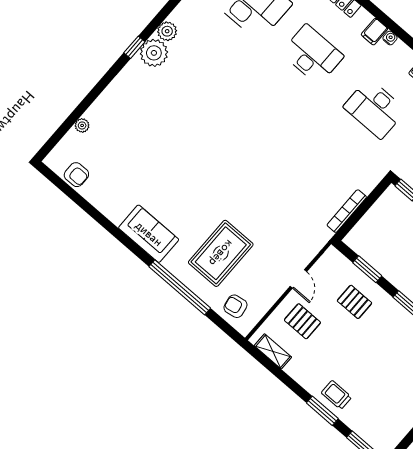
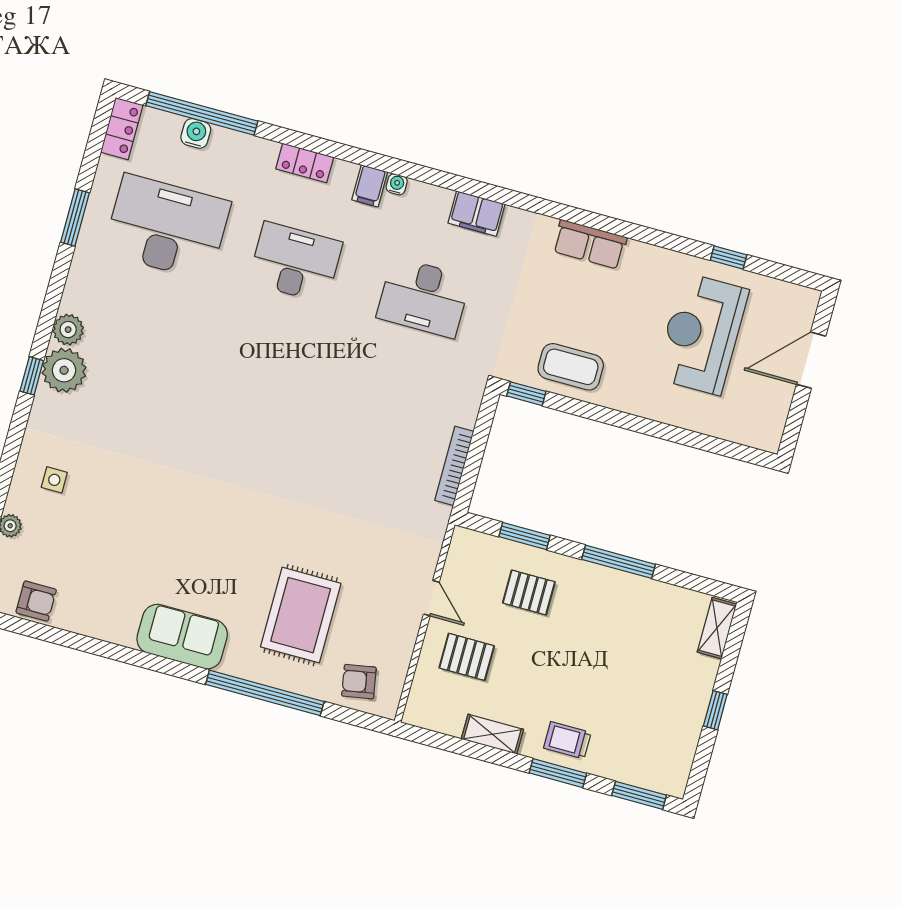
side table: (119, 112) -> (54, 480), added
shelving: (273, 351) -> (492, 734), moved

